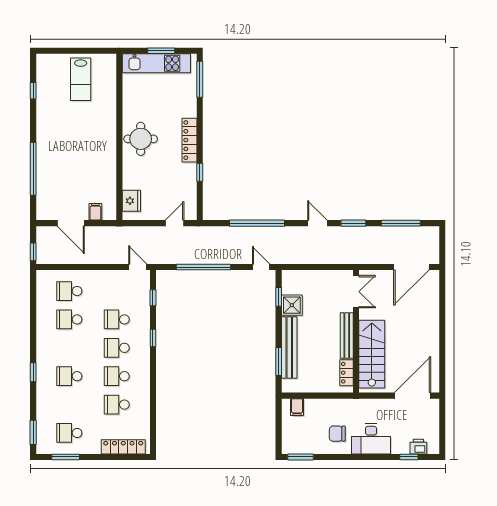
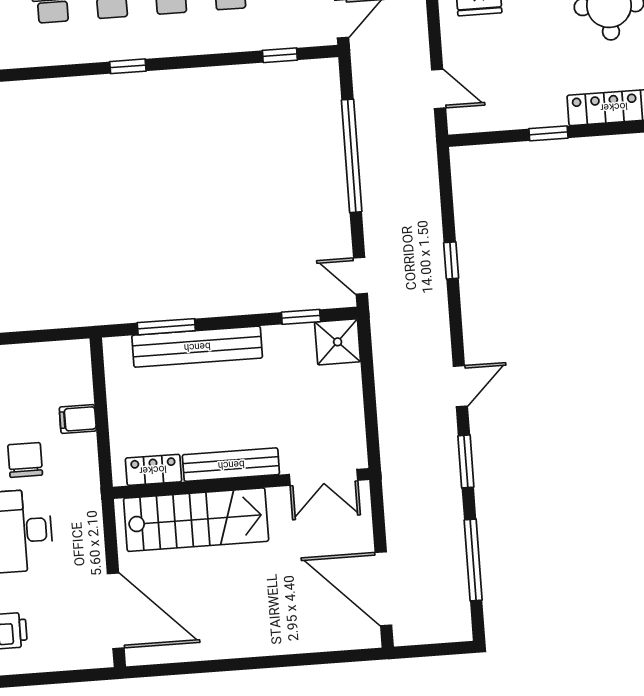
window: (257, 223) -> (451, 260), width x0.32
door: (261, 267) -> (360, 276), swing flipped
shower: (292, 305) -> (338, 342), moved
window: (153, 338) -> (128, 66), moved
filing cabinet: (297, 407) -> (78, 419), moved

